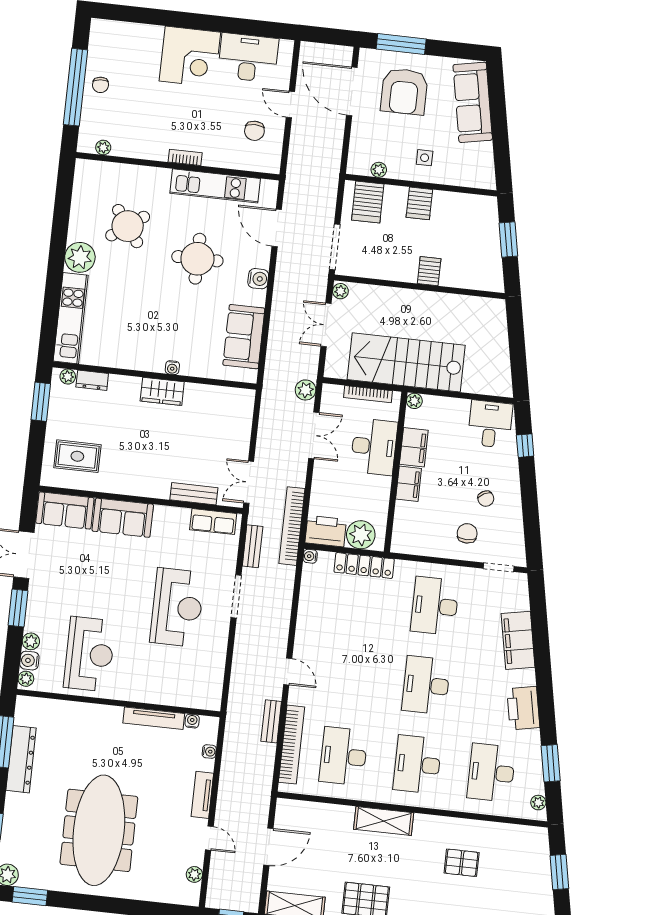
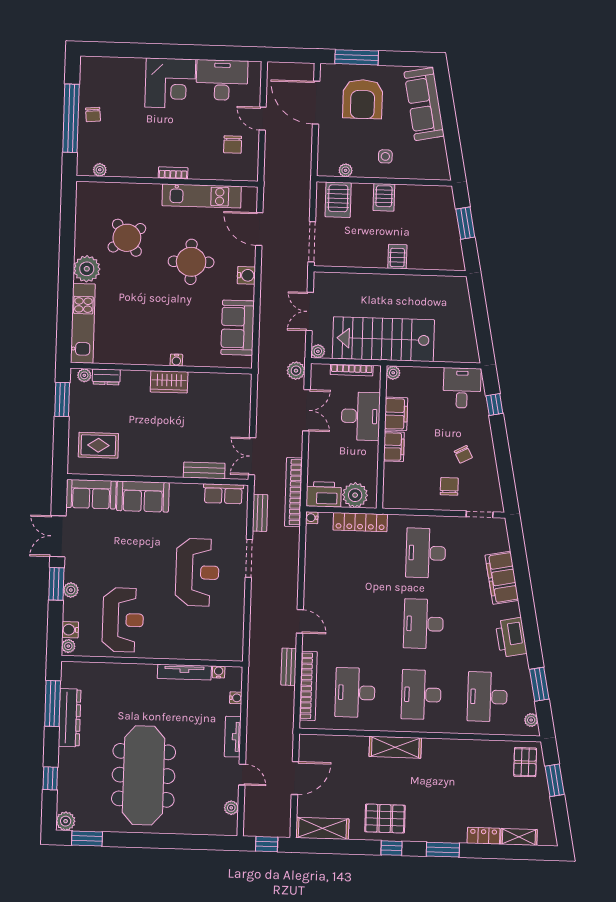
plant: (340, 291) -> (318, 351), moved
plant: (31, 641) -> (71, 590), moved
pallet: (462, 863) -> (525, 762), moved, turned 90

